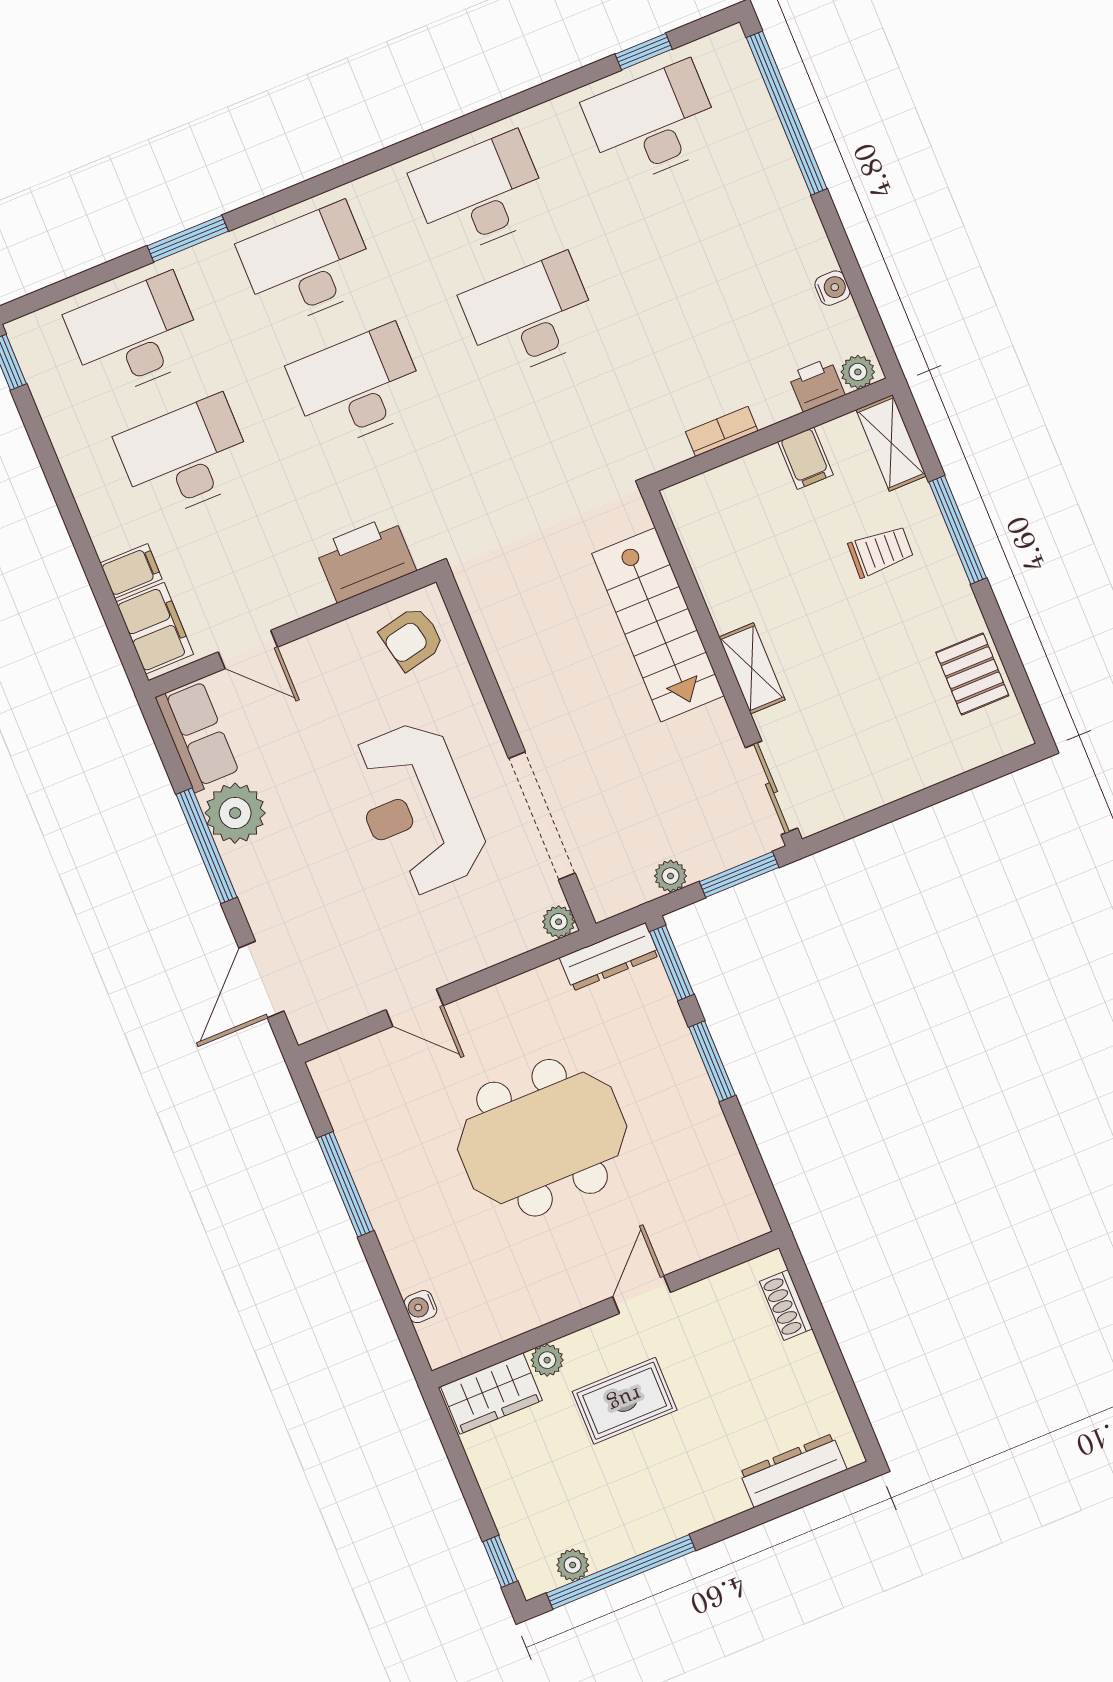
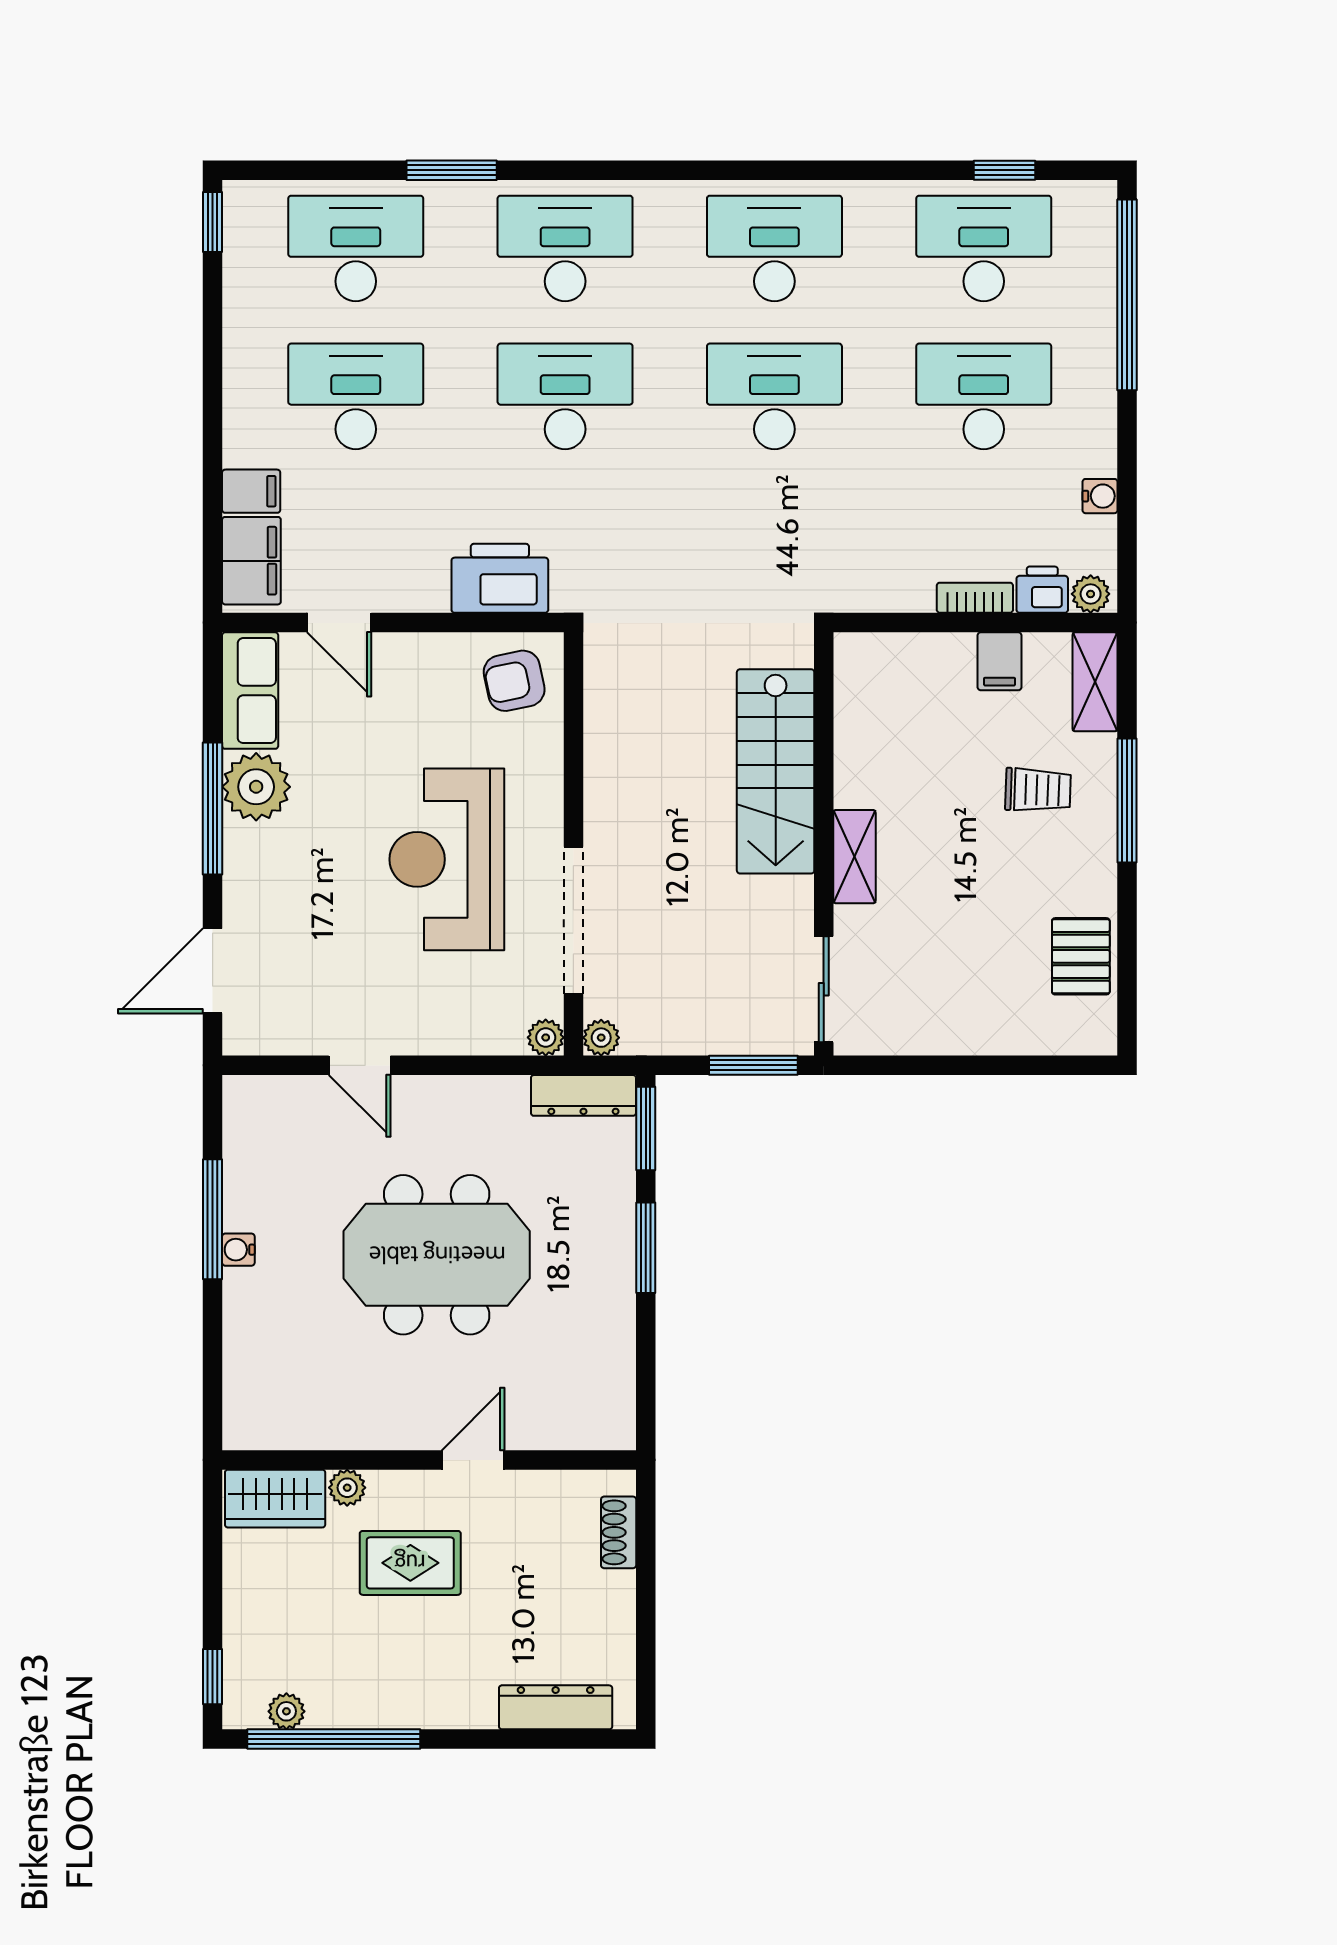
desk: (703, 245) -> (984, 396), added
bookcase: (722, 431) -> (975, 598), moved
plant: (671, 876) -> (601, 1038), moved
water cooler: (420, 1307) -> (238, 1250), moved

